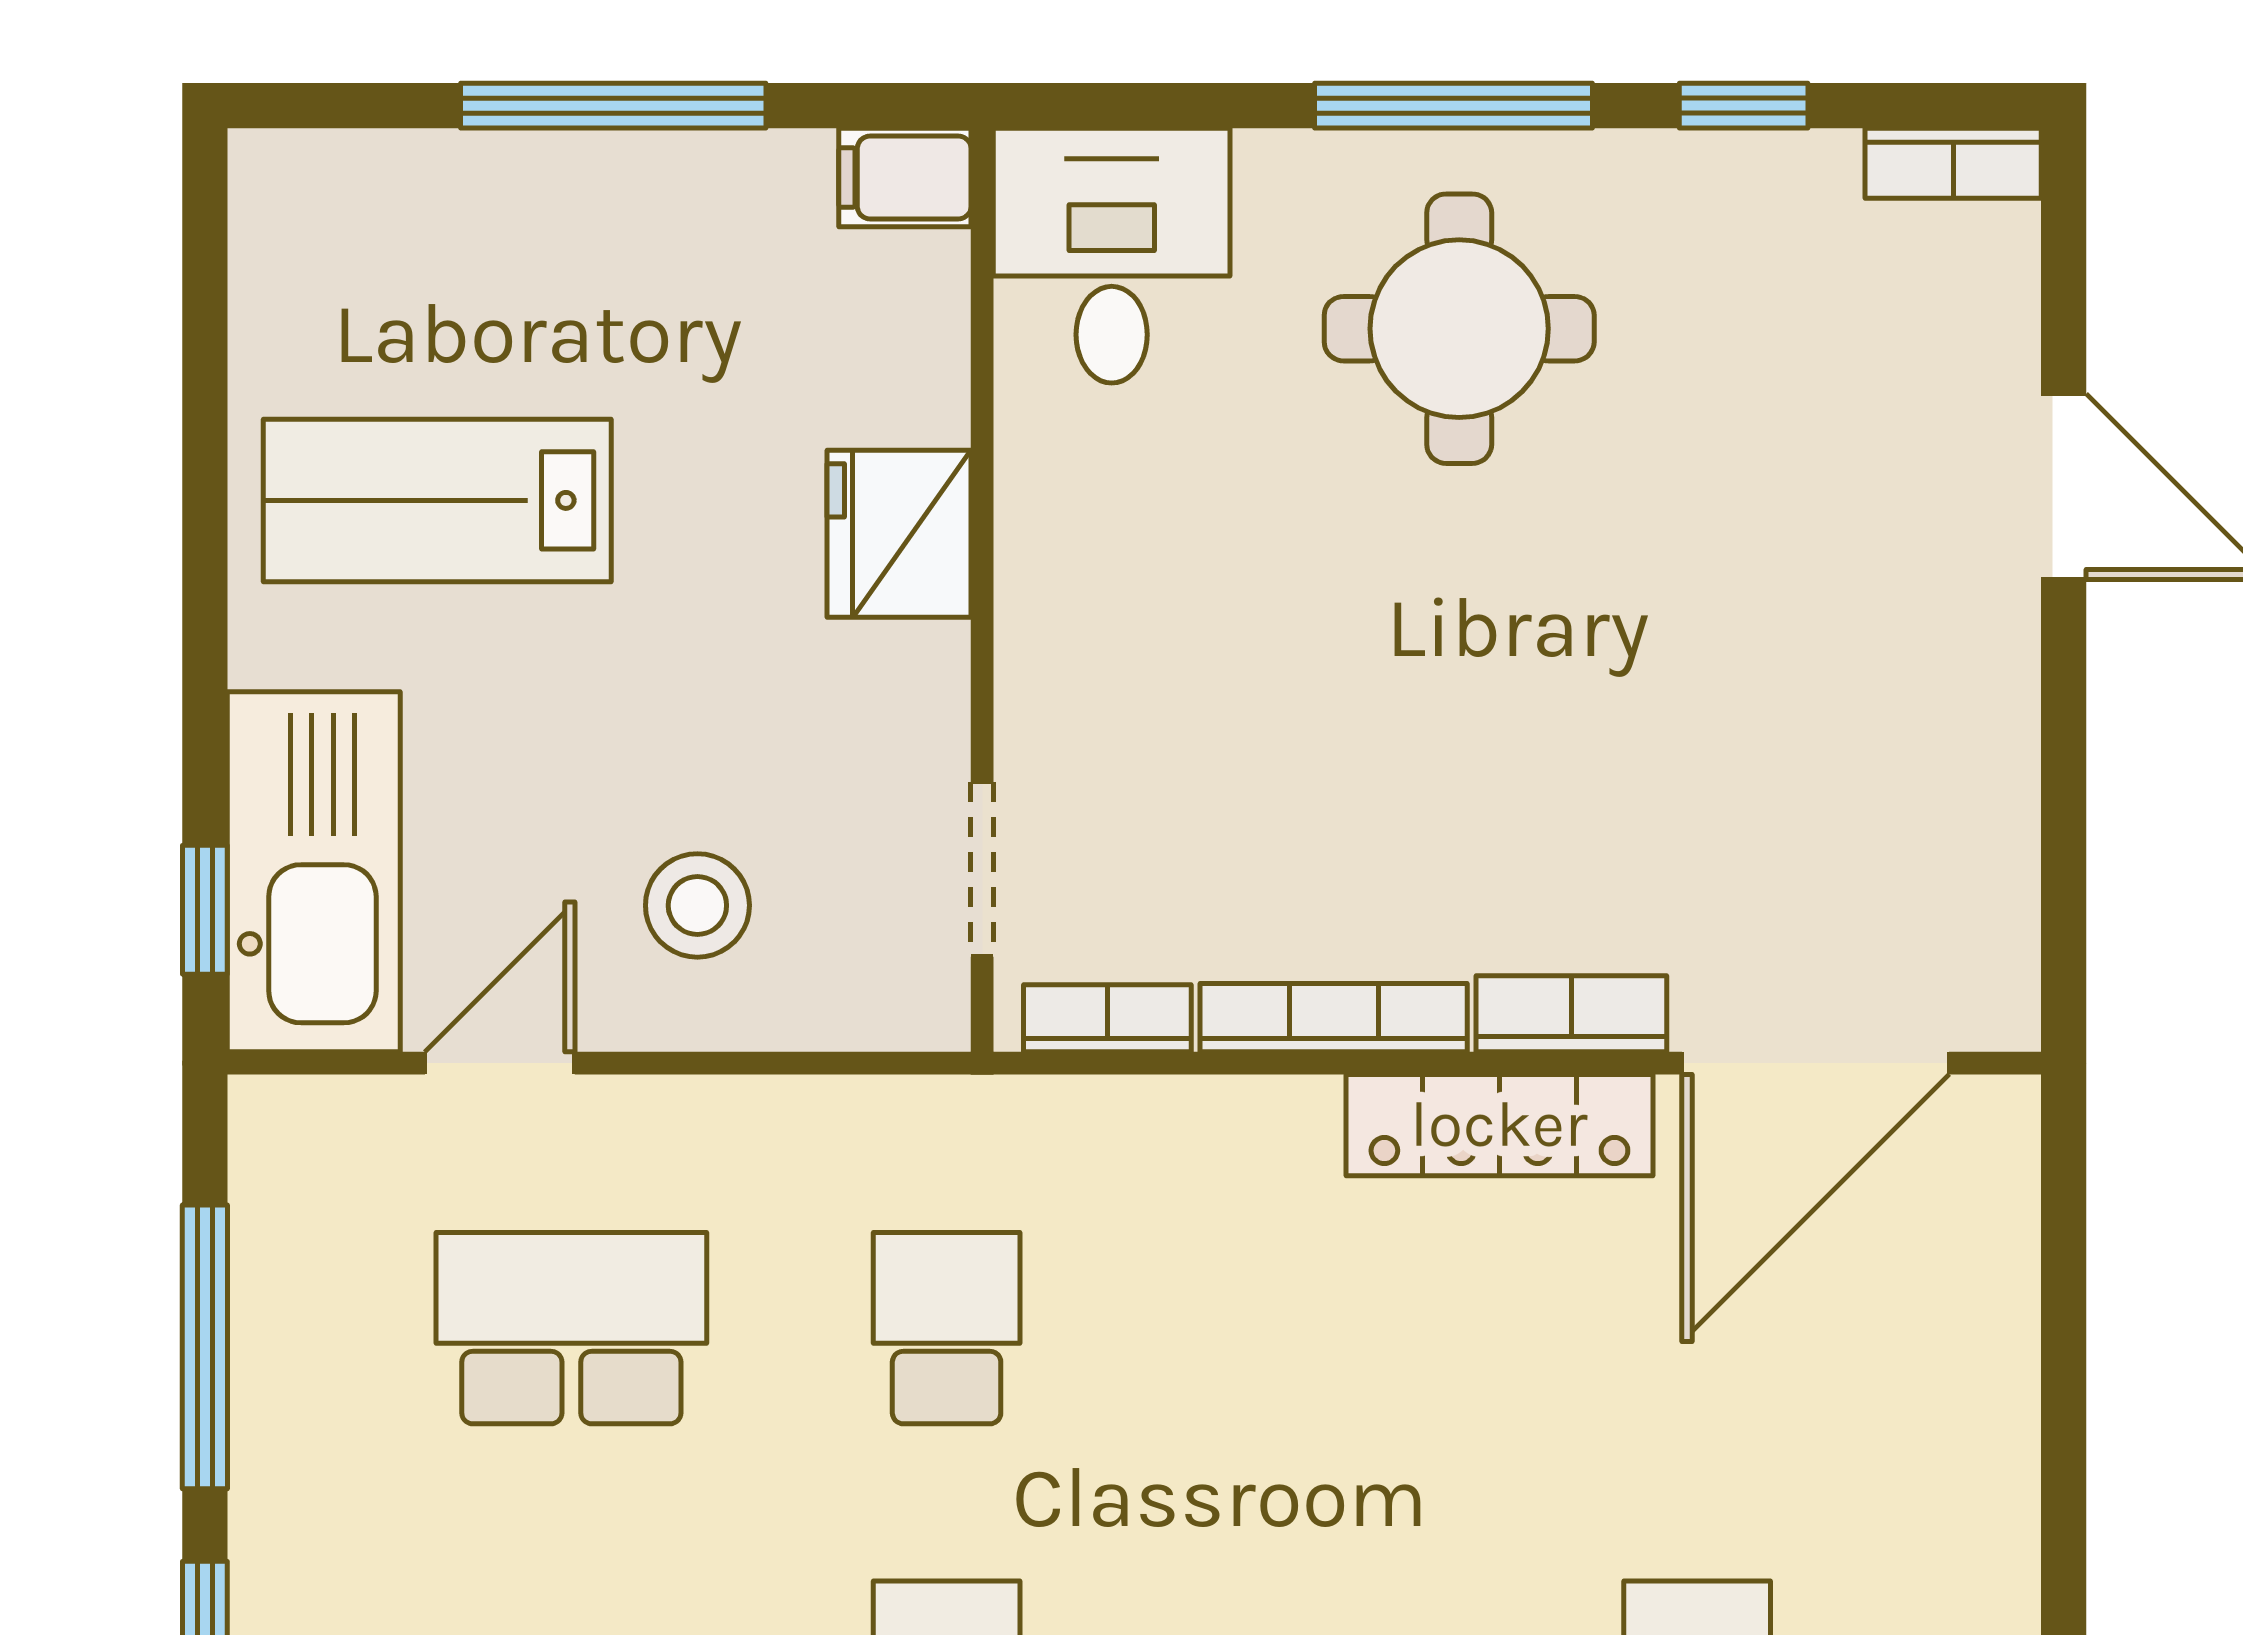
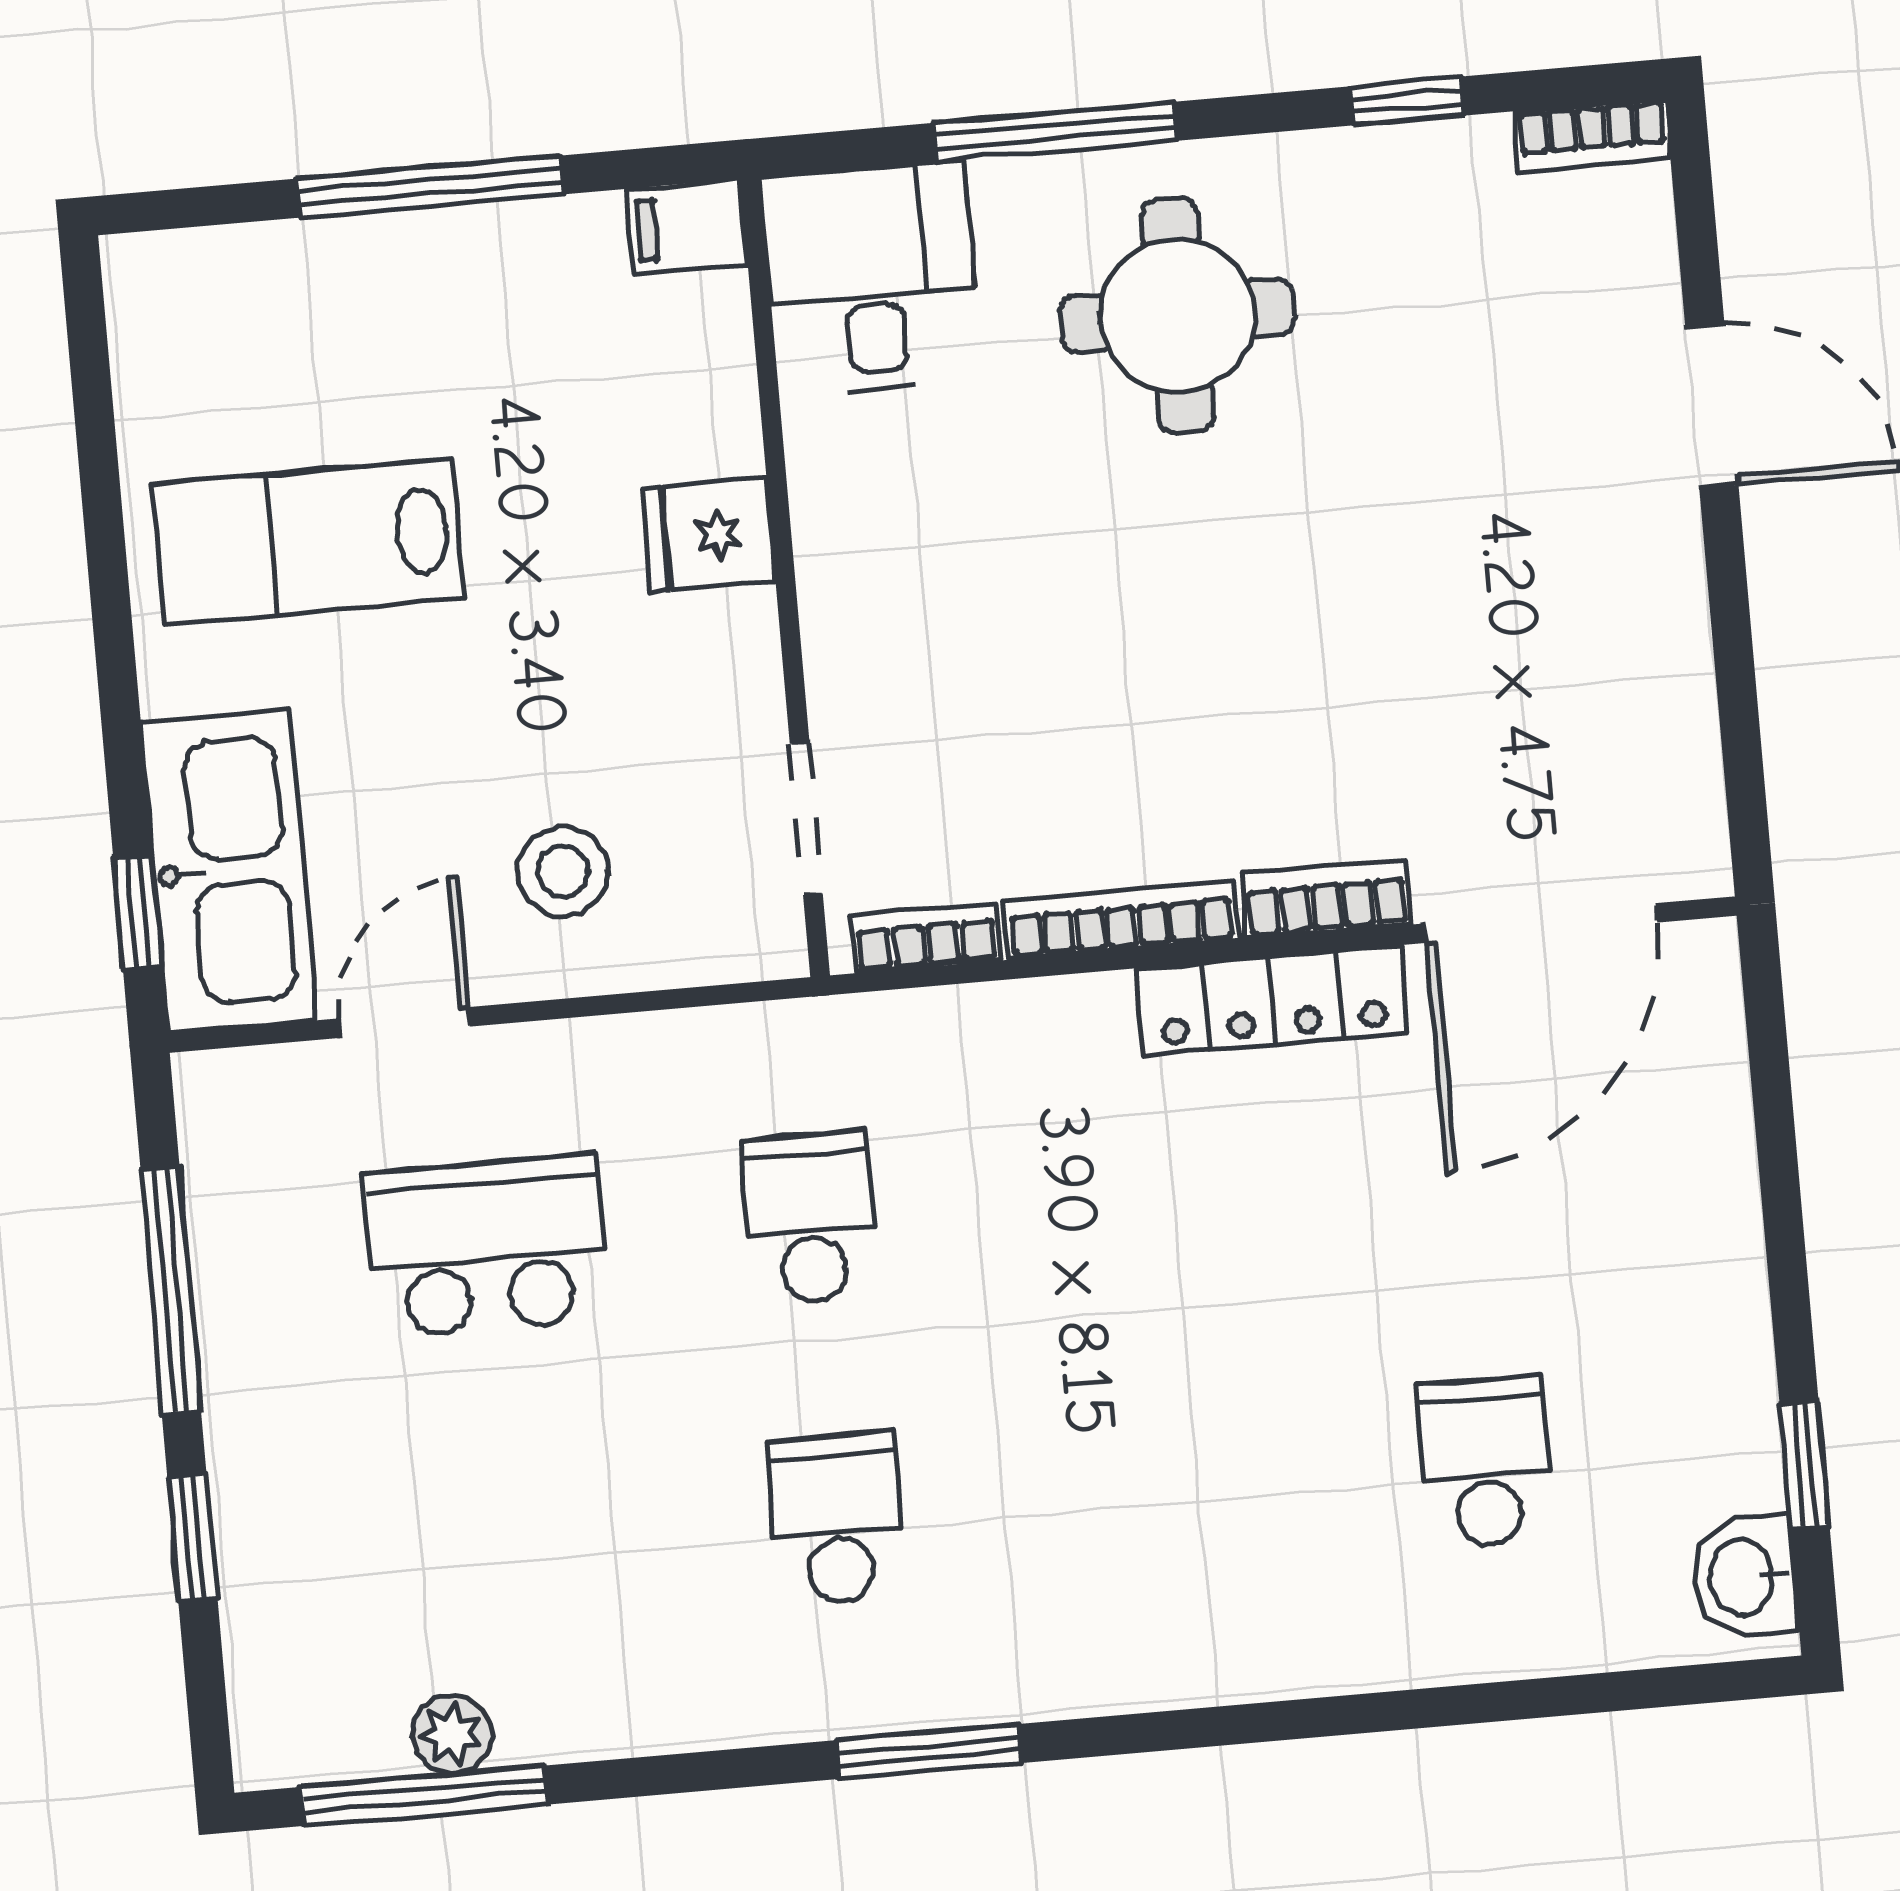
window: (1453, 106) -> (1055, 132), moved
fridge: (899, 534) -> (709, 535), width x0.72

